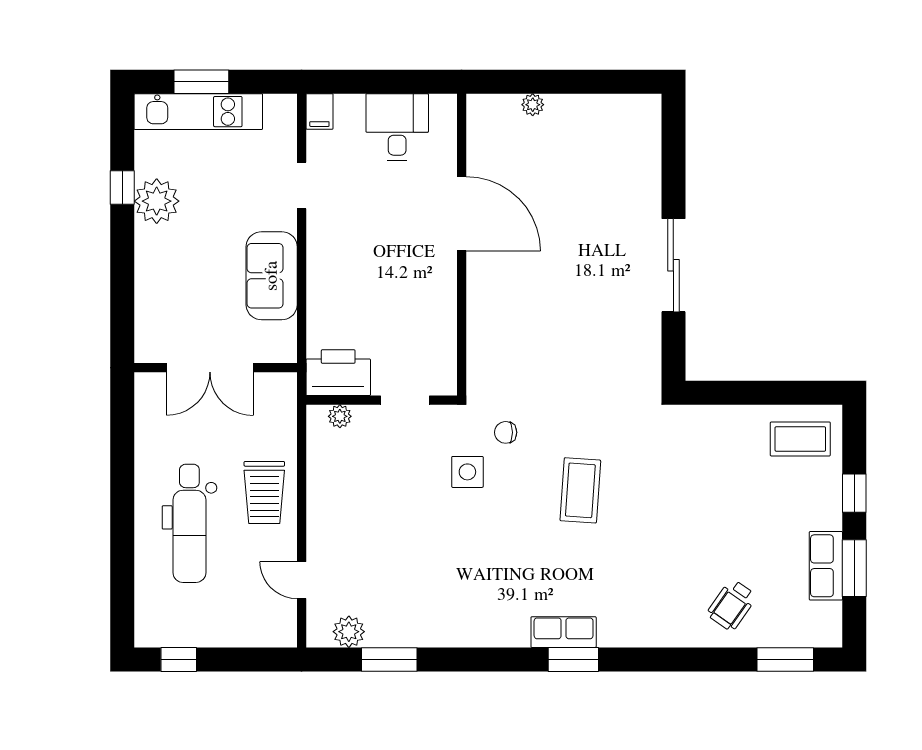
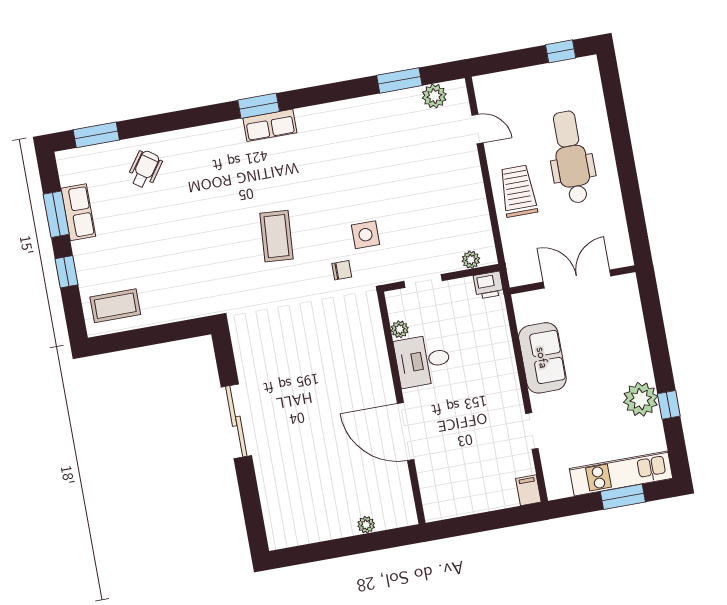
desk: (397, 127) -> (423, 361), moved, turned 90
plant: (446, 344) -> (400, 329), added
printer: (338, 373) -> (489, 285), width x0.53, depth x0.68

